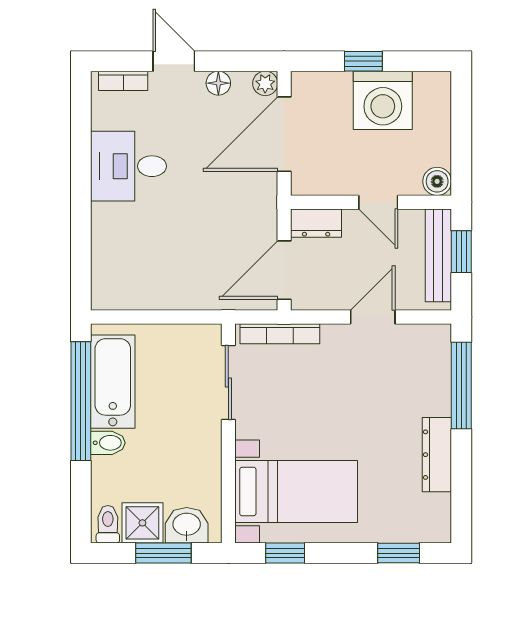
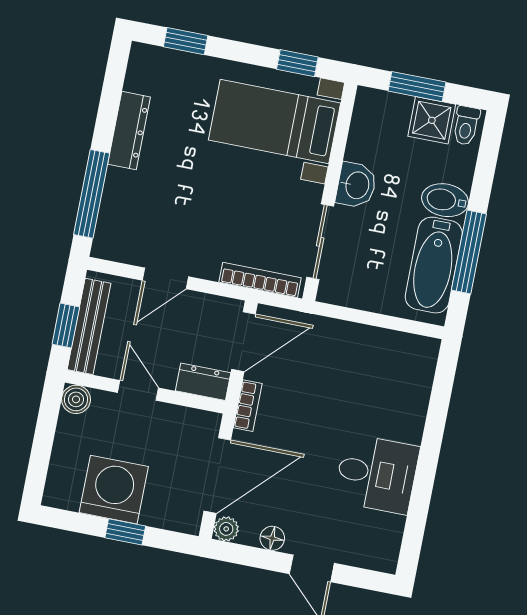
bookcase: (123, 81) -> (248, 406), moved, turned 90
window: (81, 401) -> (469, 252), width x0.68
bidet: (108, 443) -> (445, 200), width x1.38, depth x1.36
washbasin: (187, 525) -> (356, 185), moved, turned -90

